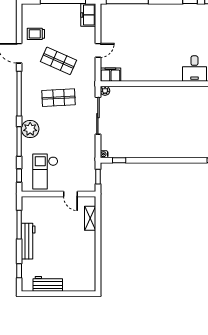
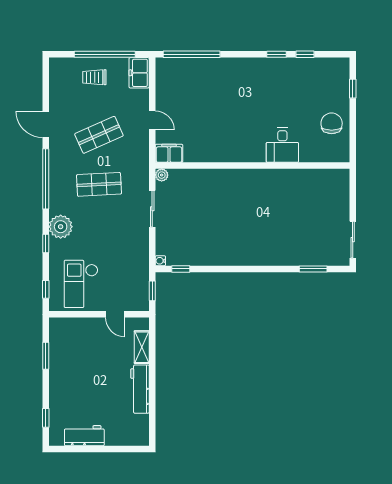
trolley: (36, 34) -> (94, 77), moved
door: (98, 50) -> (152, 120), hinge flipped
shop shelf: (59, 61) -> (99, 135), turned -48
sliding door: (98, 116) -> (152, 209), width x0.73
window: (19, 142) -> (46, 244), width x0.46
window: (19, 225) -> (46, 356), width x0.69
workbench: (28, 241) -> (140, 389), moved, turned 180

